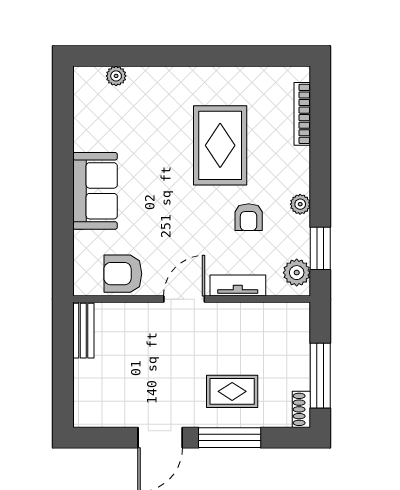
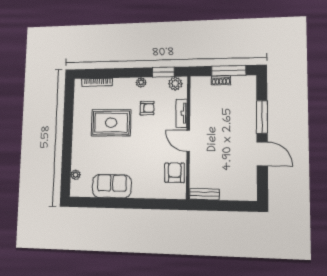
sofa: (95, 191) -> (112, 186), moved
armchair: (123, 274) -> (175, 173), turned 180
rug: (232, 391) -> (237, 116), removed
shoe rack: (301, 409) -> (221, 80), moved

